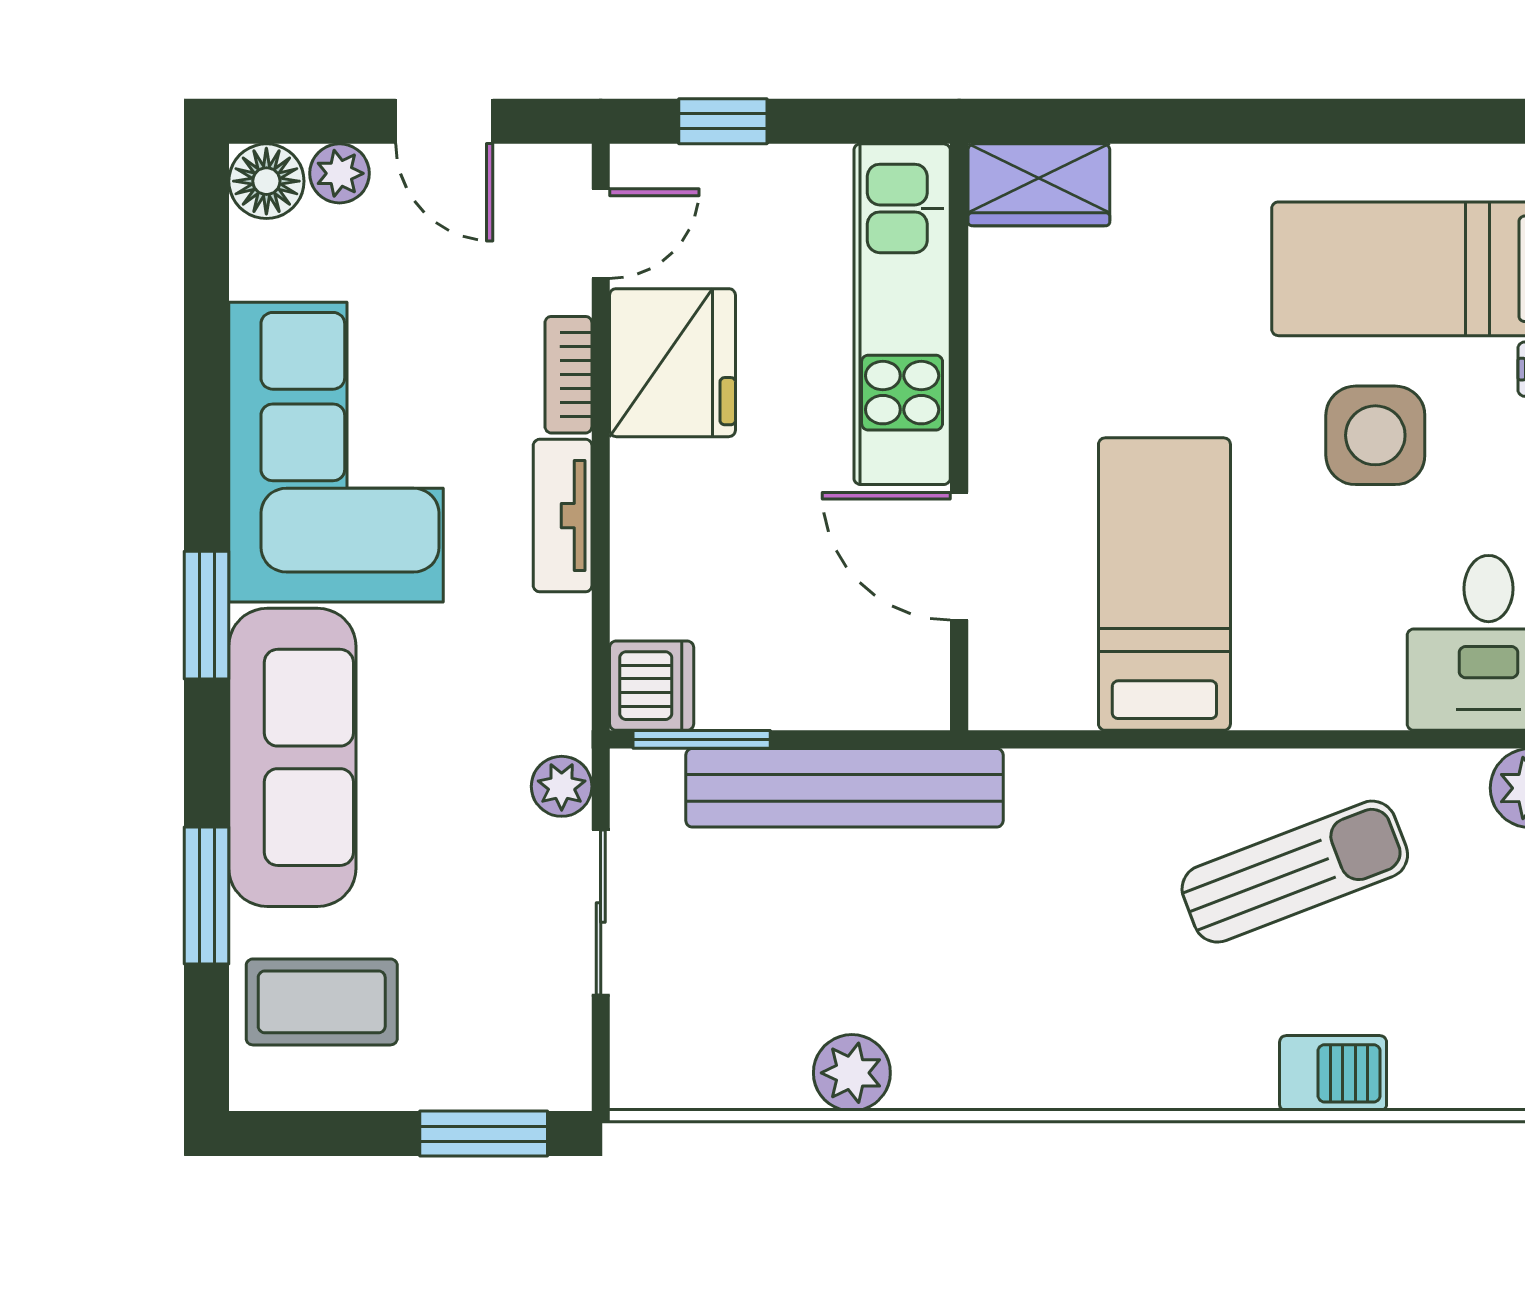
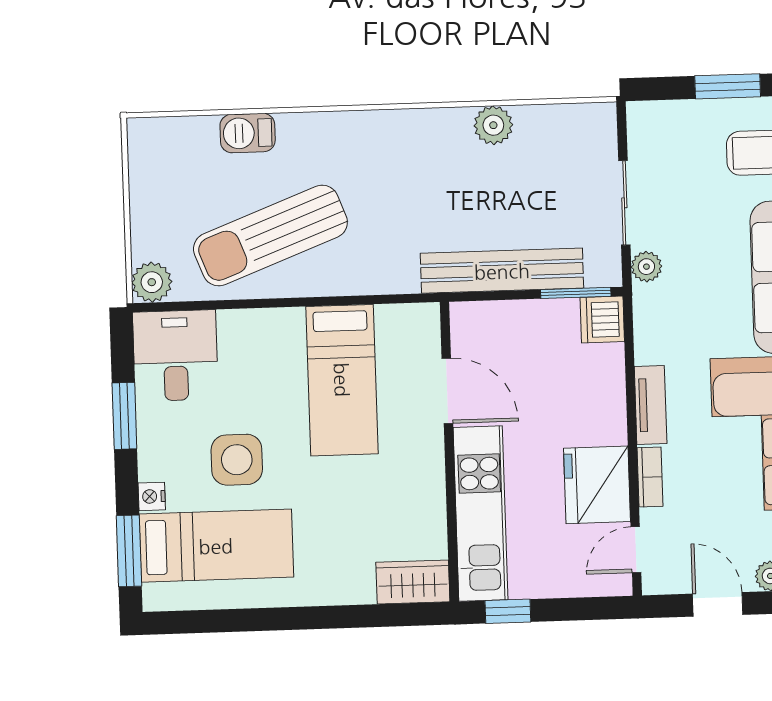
window: (723, 121) -> (508, 611), moved
sun lounger: (1295, 872) -> (270, 235), width x1.36, depth x1.34
window: (484, 1134) -> (728, 86), moved

